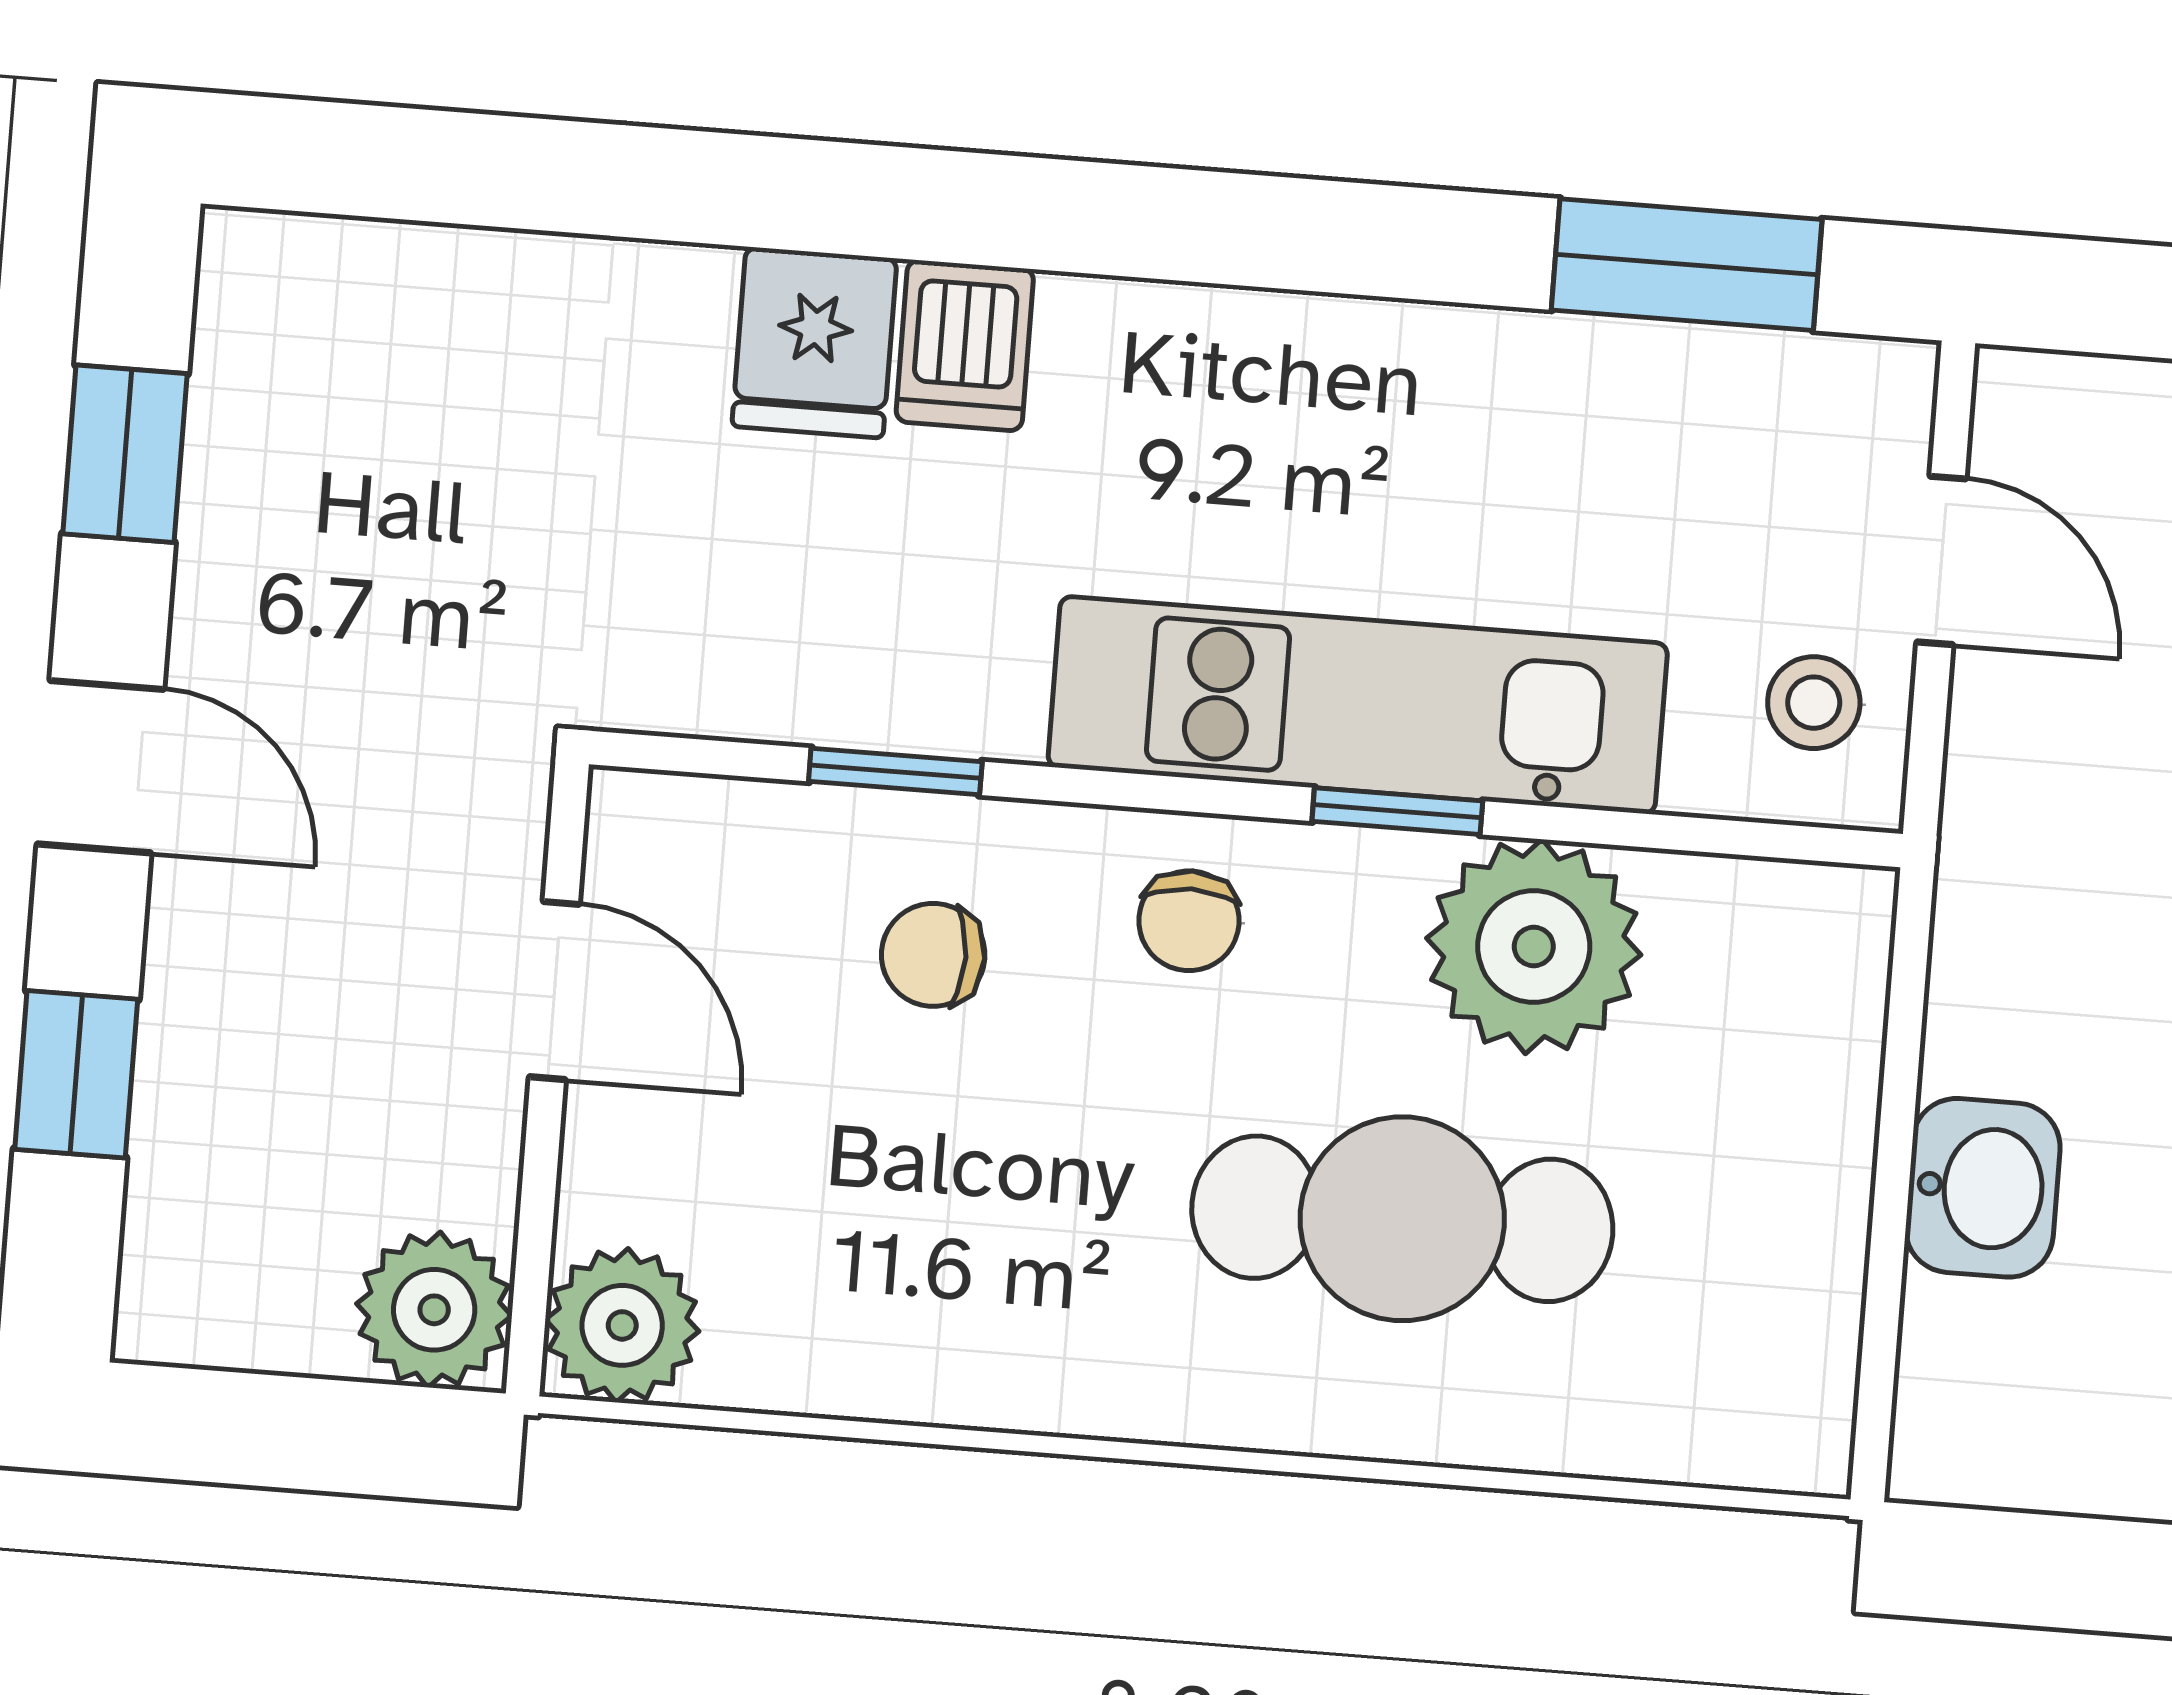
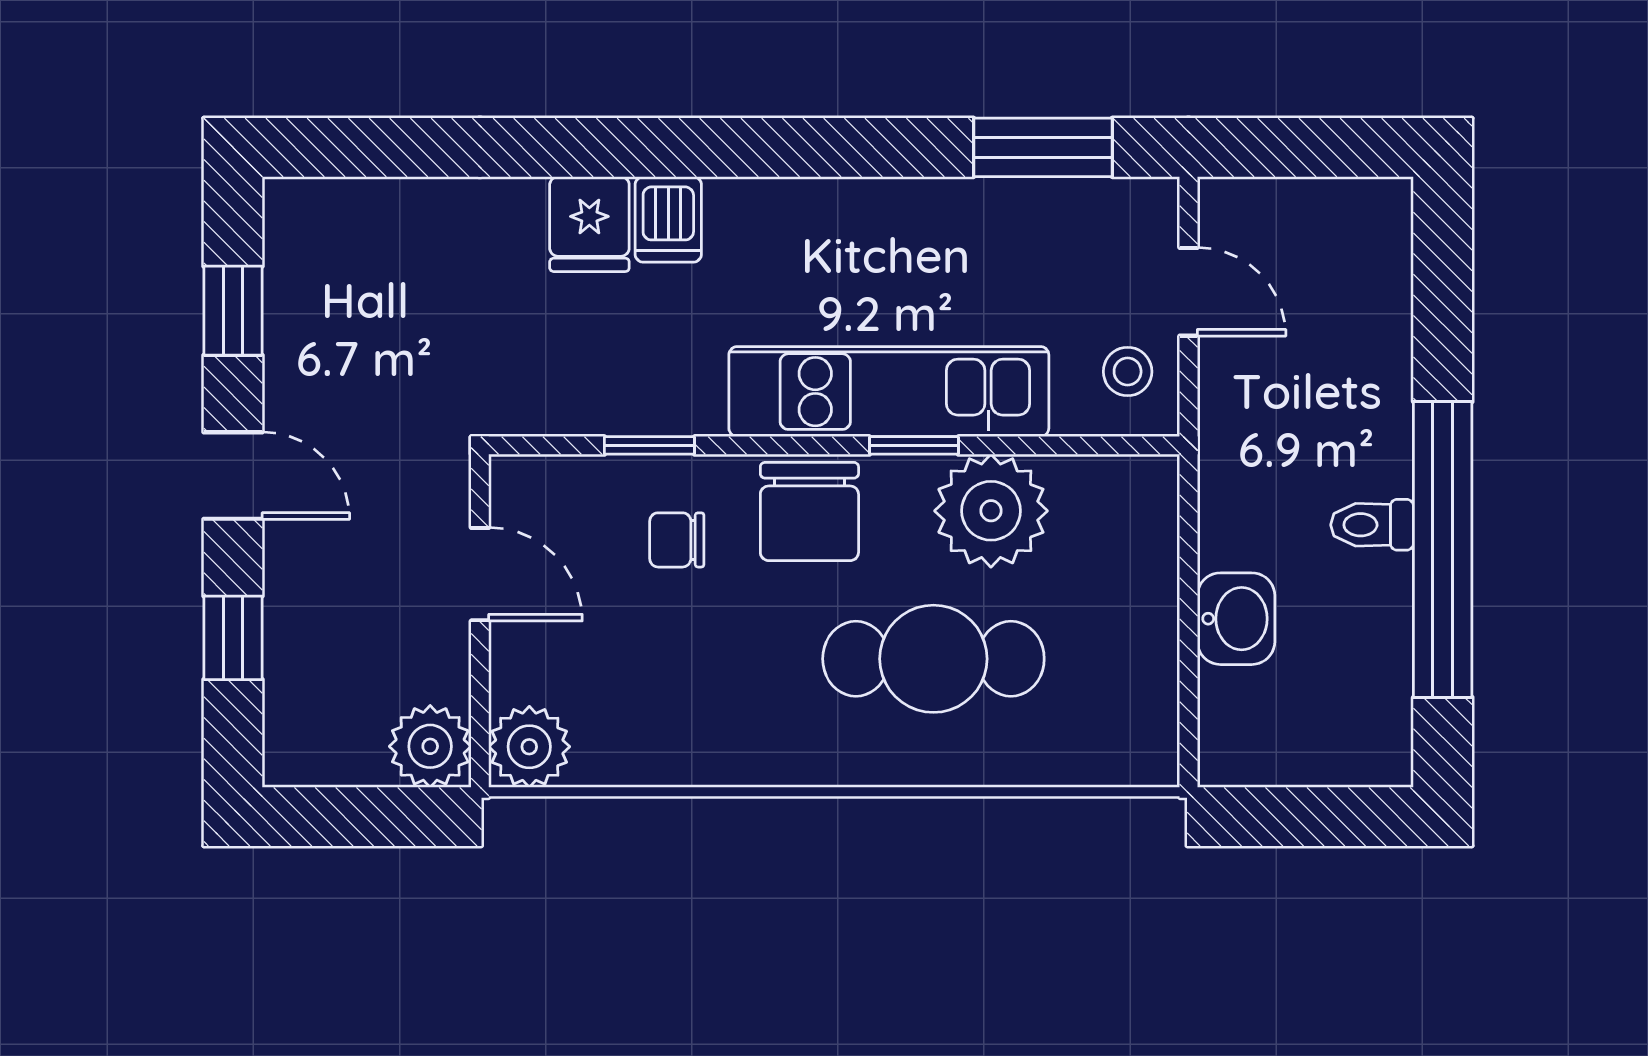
chair: (1189, 921) -> (809, 511), width x1.87, depth x1.87

